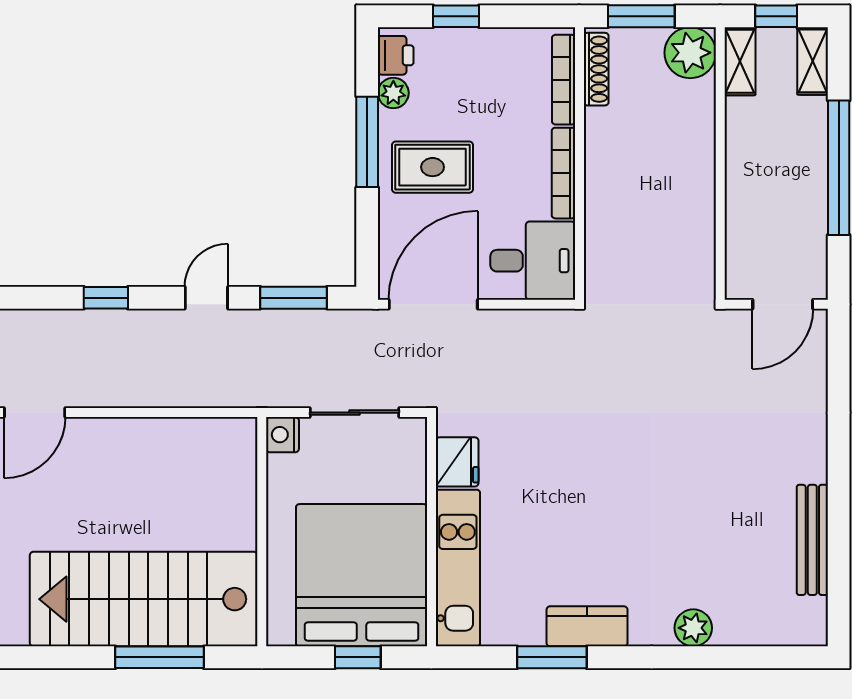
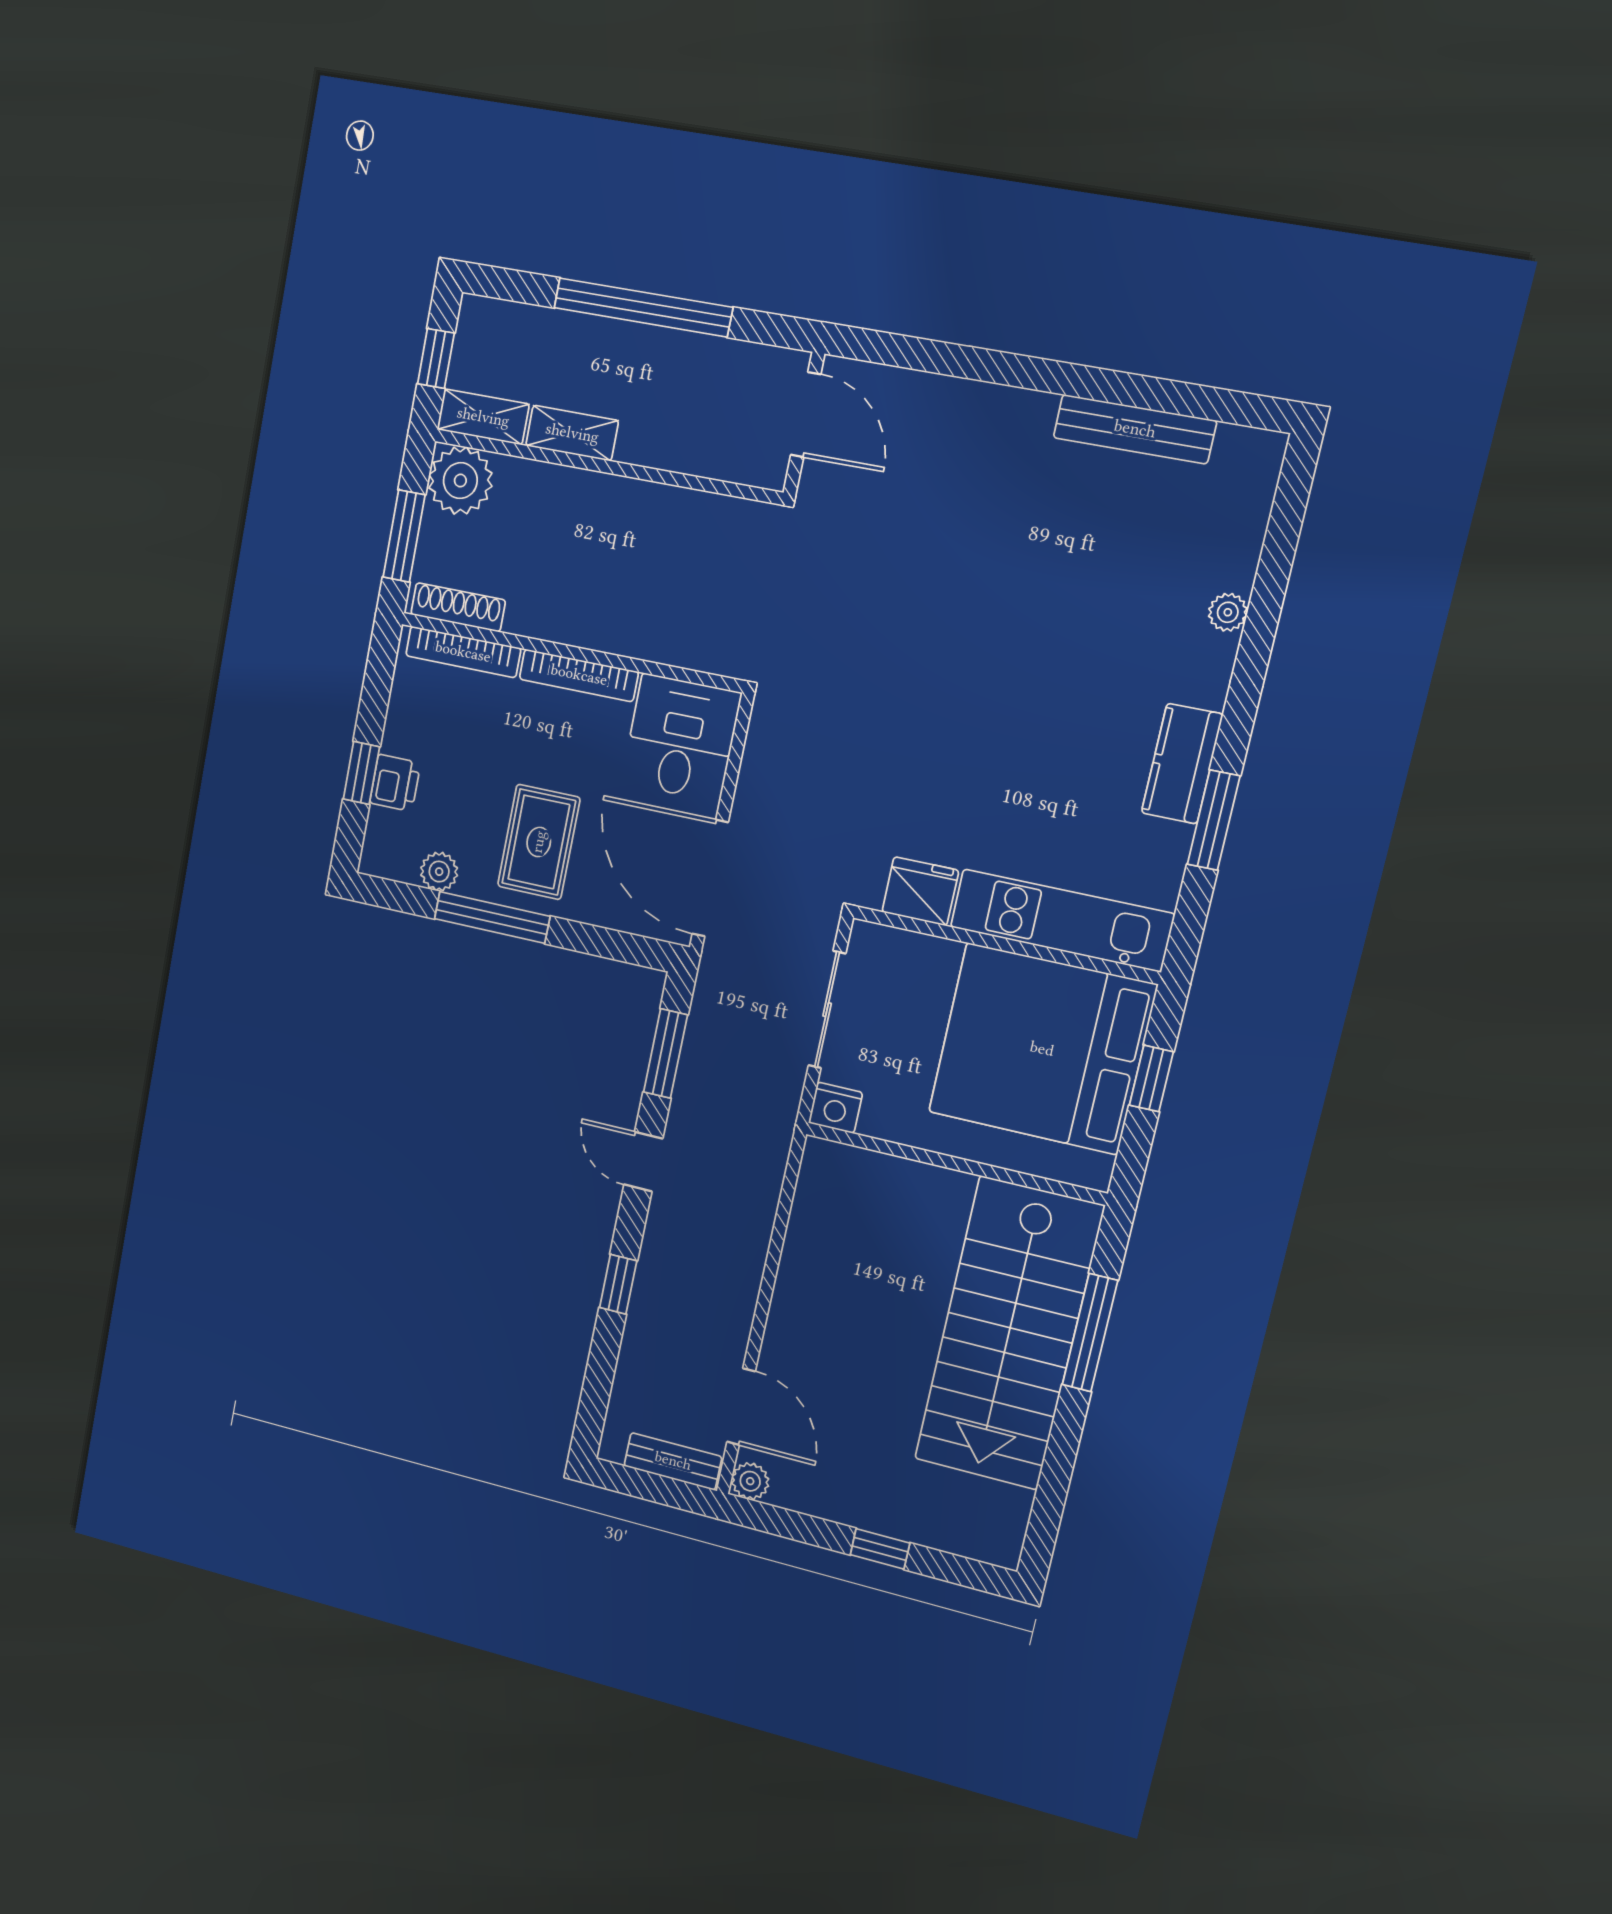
printer: (396, 55) -> (395, 783), moved, turned 90
shelving: (813, 61) -> (572, 433), moved
plant: (693, 628) -> (1228, 612), width x0.73, depth x0.73

